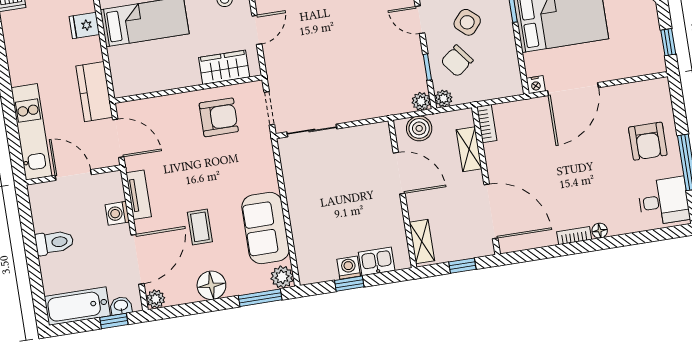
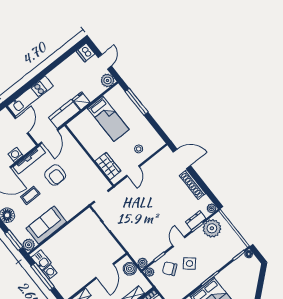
fridge: (84, 25) -> (81, 101), moved
door: (257, 30) -> (133, 171), hinge flipped
armchair: (219, 117) -> (55, 175), moved
tv unit: (139, 195) -> (29, 160), width x1.41
kitchen sink: (377, 261) -> (41, 260), moved
window: (349, 284) -> (43, 277), width x2.17

